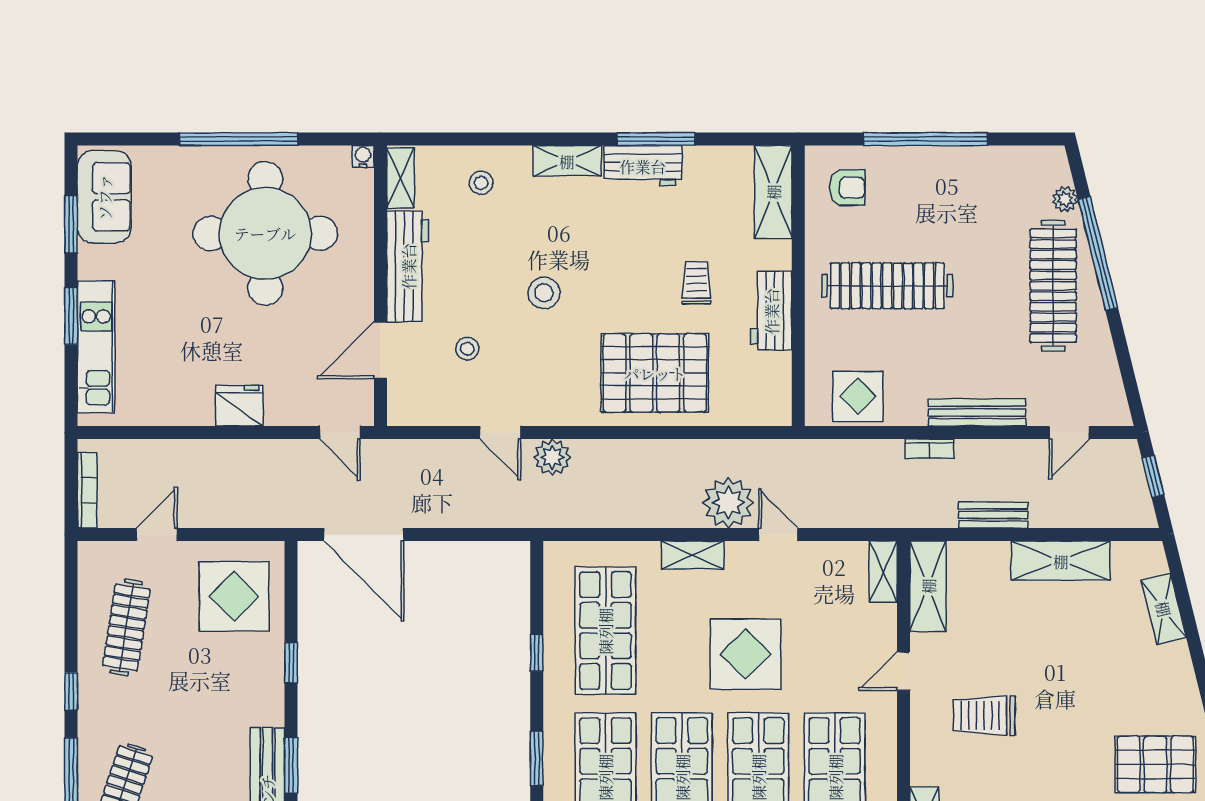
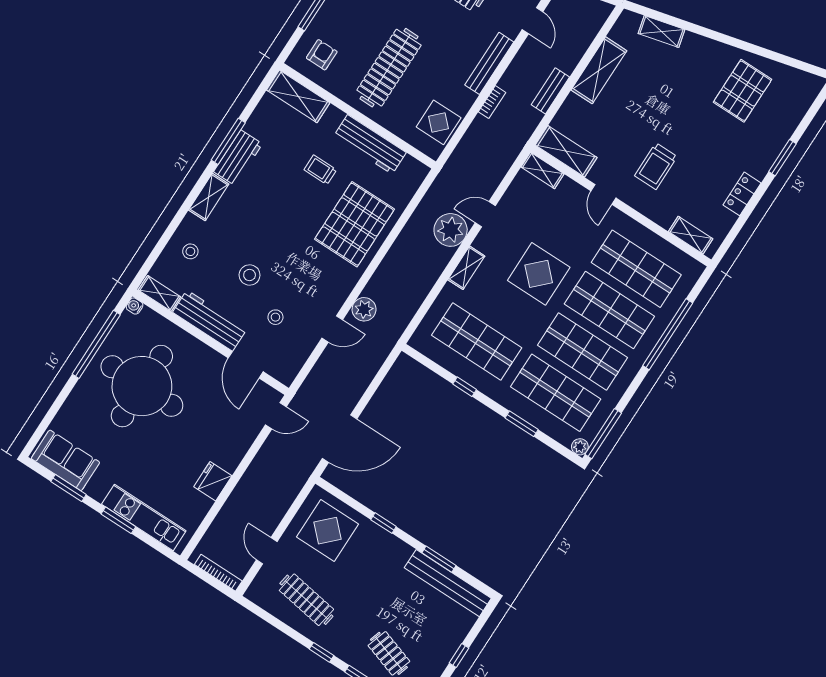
window: (239, 139) -> (96, 344), moved
stool: (544, 293) -> (250, 275), moved
workbench: (771, 311) -> (370, 144), width x1.37
fridge: (239, 406) -> (213, 481), moved

